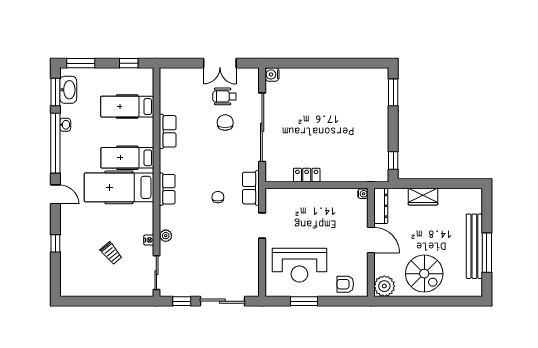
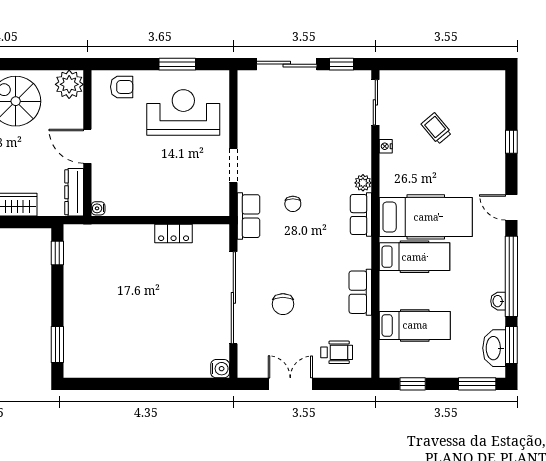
wheelchair: (224, 96) -> (337, 352), moved
plant: (166, 236) -> (363, 183), moved

